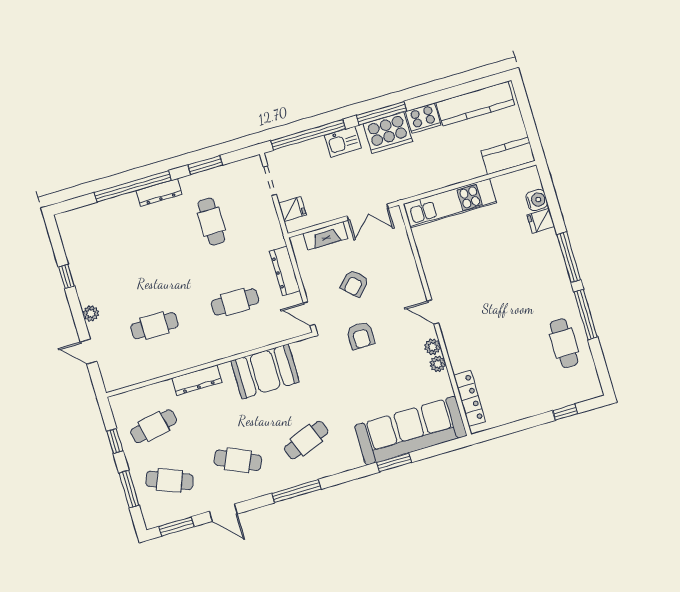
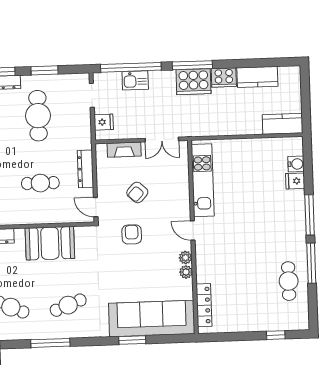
kitchen counter: (475, 104) -> (257, 77), width x0.67
kitchen sink: (343, 142) -> (135, 80), moved
kitchen unit: (450, 203) -> (203, 180), moved, turned -90
cafe table: (211, 222) -> (38, 116), width x1.37, depth x1.35
armchair: (361, 336) -> (132, 234), turned 180

